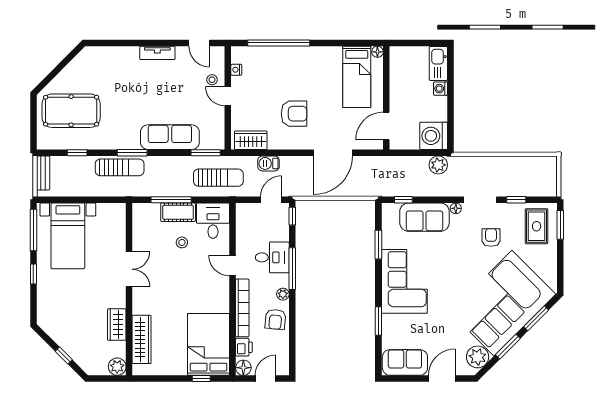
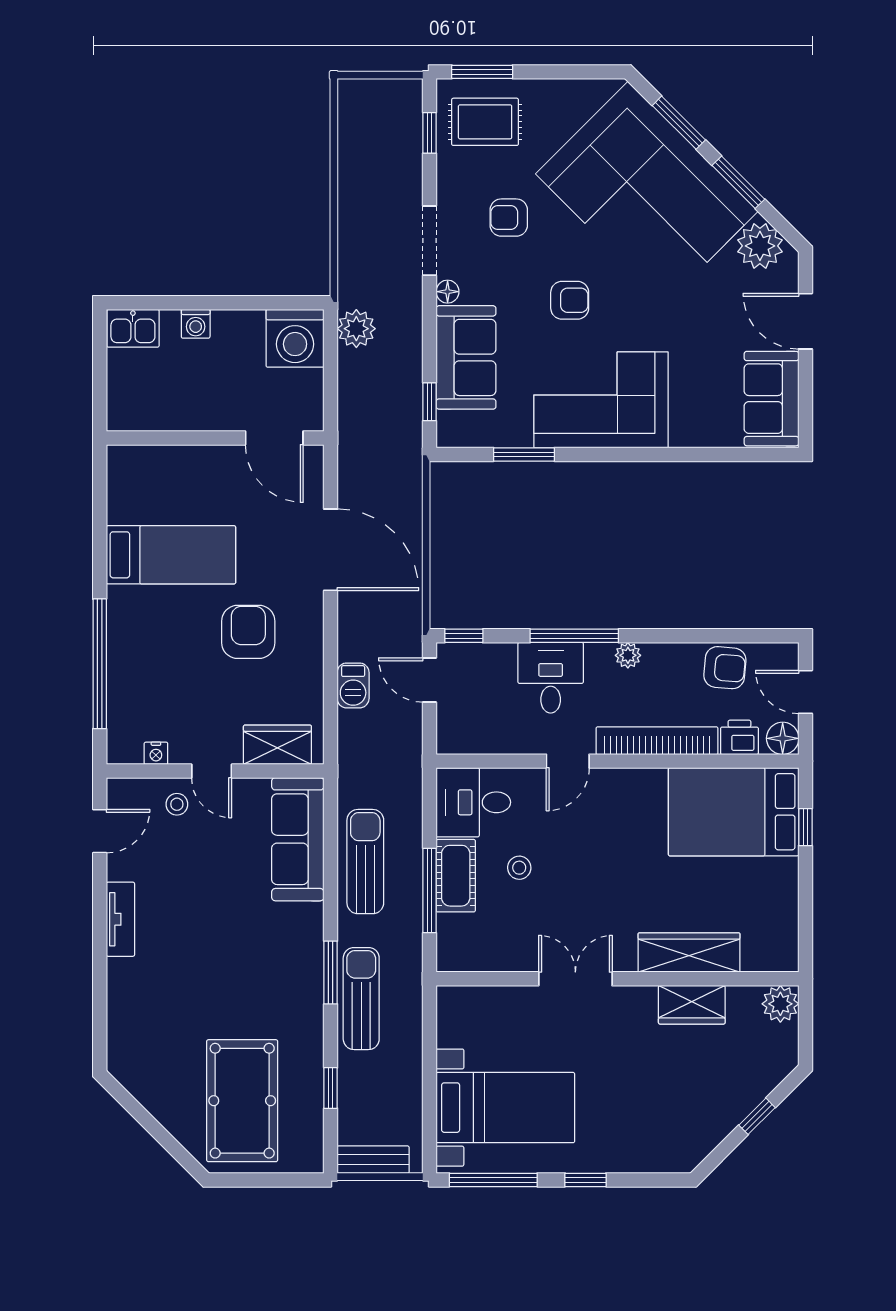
floor lamp: (377, 52) -> (118, 456), removed
kitchen sink: (438, 63) -> (133, 328), width x0.73
bed: (357, 77) -> (171, 555), moved
door: (228, 96) -> (212, 771), hinge flipped
sofa: (170, 137) -> (298, 839), moved
wardrobe: (251, 140) -> (277, 745), moved, turned 90
window: (206, 153) -> (331, 818), removed
sun lounger: (218, 178) -> (365, 862), moved
window: (516, 200) -> (429, 133), moved
armchair: (452, 266) -> (570, 300), added
armchair: (275, 319) -> (725, 668), moved
window: (378, 321) -> (684, 454), removed
wardrobe: (142, 339) -> (689, 952), moved

